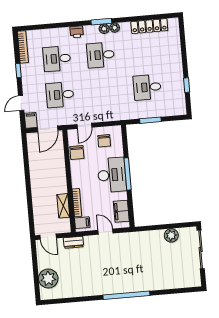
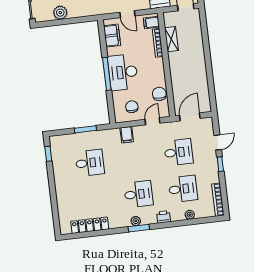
plant: (115, 28) -> (190, 215), moved
window: (18, 71) -> (220, 164), moved
window: (187, 85) -> (48, 154), moved
filing cabinet: (31, 120) -> (127, 135), moved

